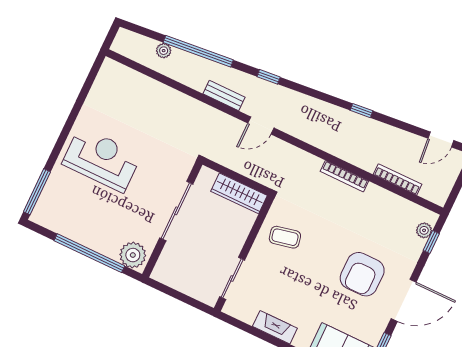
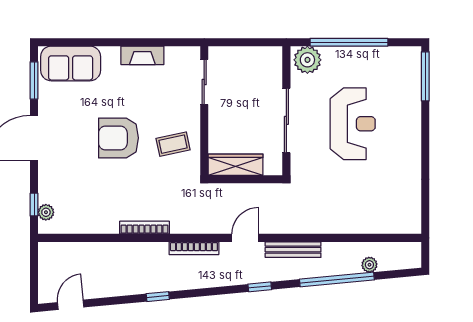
bench: (224, 95) -> (293, 250), width x1.36
reception desk: (102, 159) -> (353, 124), moved, turned -90
bookcase: (398, 179) -> (194, 248), moved
armchair: (362, 274) -> (118, 138), moved, turned -90

